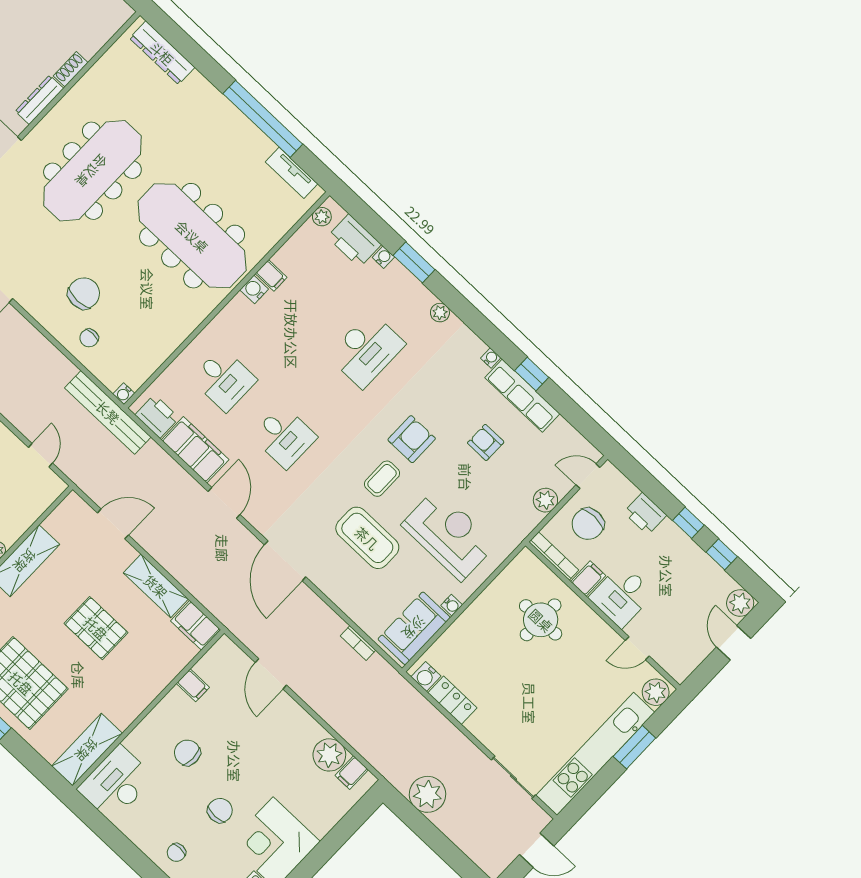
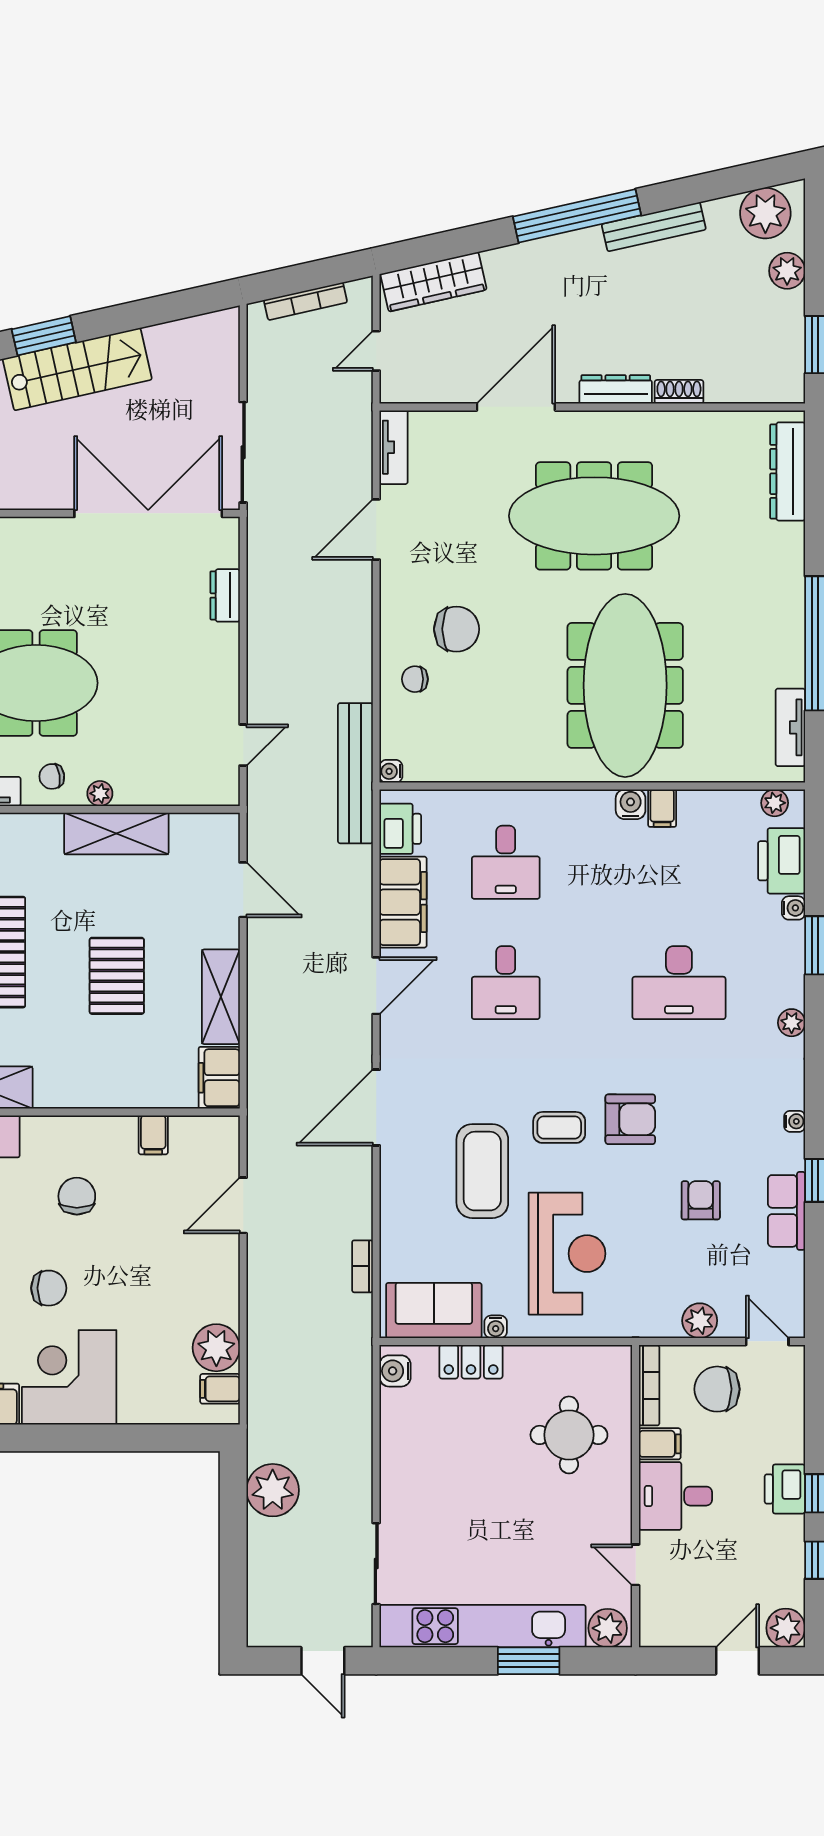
row of seats: (522, 396) -> (787, 1211), width x0.68
printer: (645, 514) -> (785, 1489), moved
locker: (452, 700) -> (471, 1362), moved, turned 90

